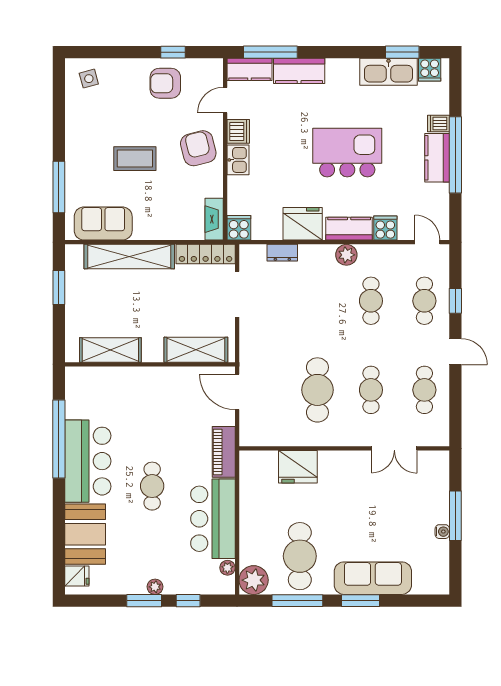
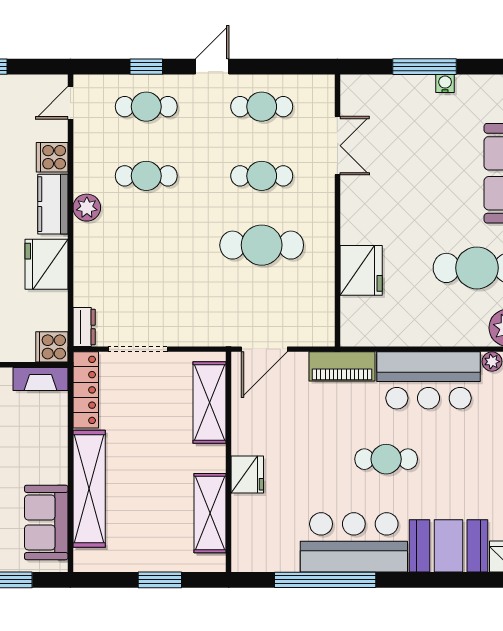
dresser: (282, 253) -> (84, 327), moved
window: (59, 287) -> (160, 580), moved
fridge: (140, 379) -> (247, 475), added

